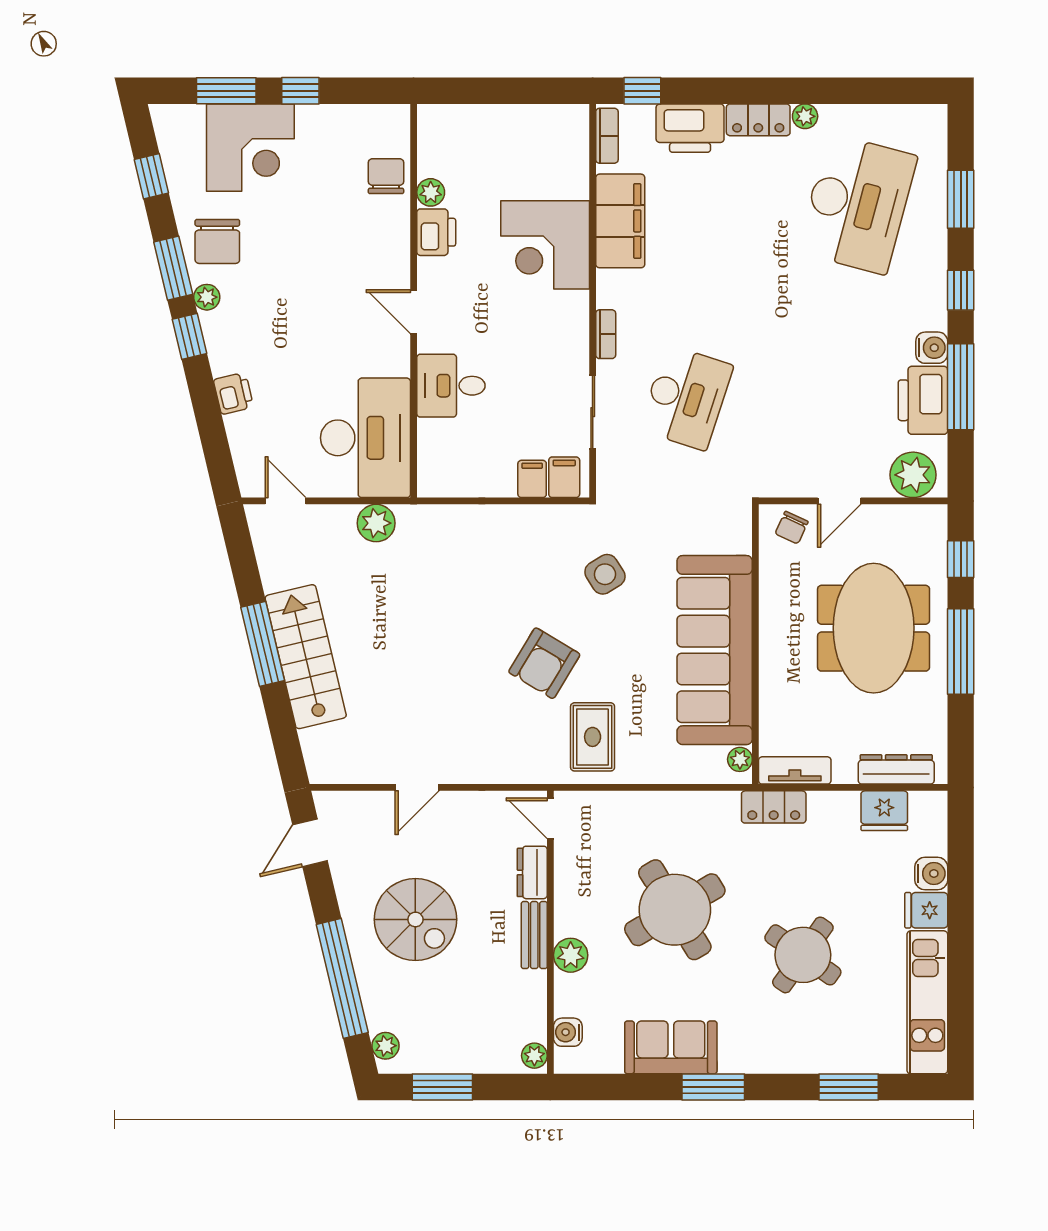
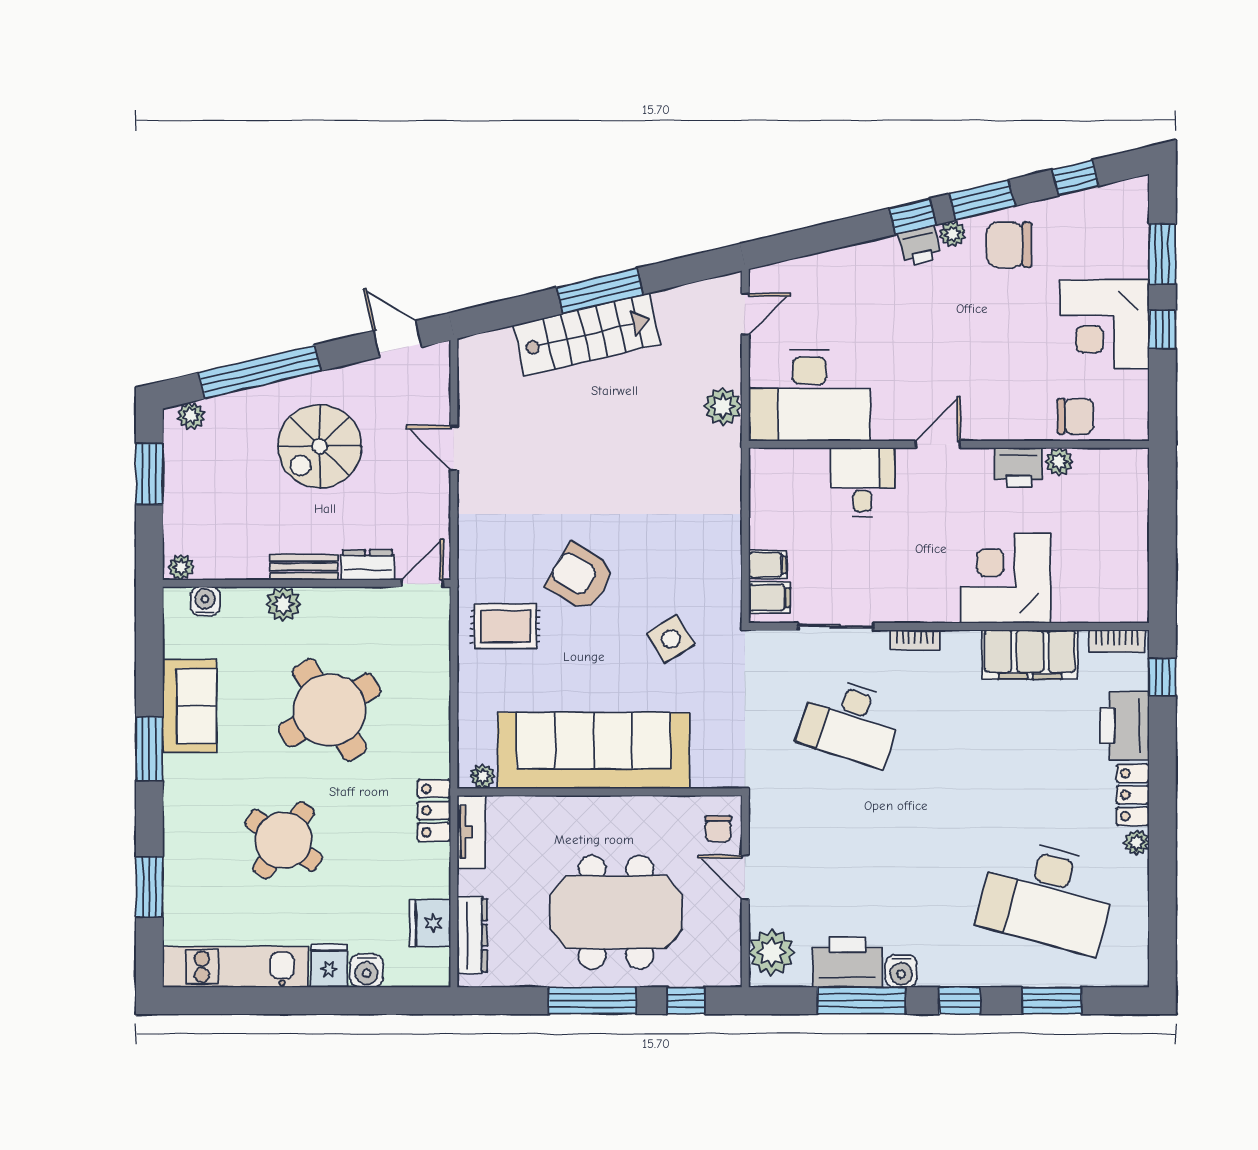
corner desk: (250, 148) -> (1105, 324), moved
printer: (233, 393) -> (920, 246), moved
chair: (792, 528) -> (718, 829), turned -115

